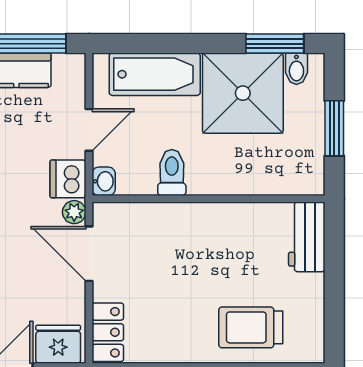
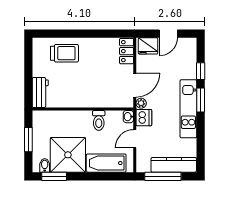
door: (89, 254) -> (135, 85), hinge flipped

